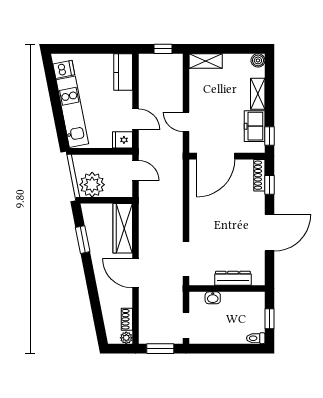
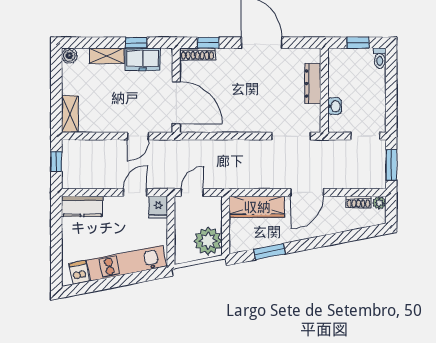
window: (269, 136) -> (136, 43), moved

